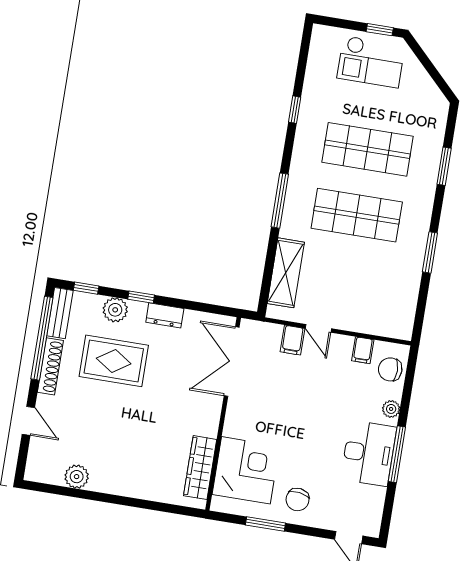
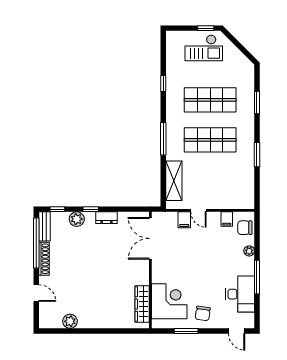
rug: (114, 361) -> (81, 249), removed
desk: (369, 453) -> (240, 294), moved

